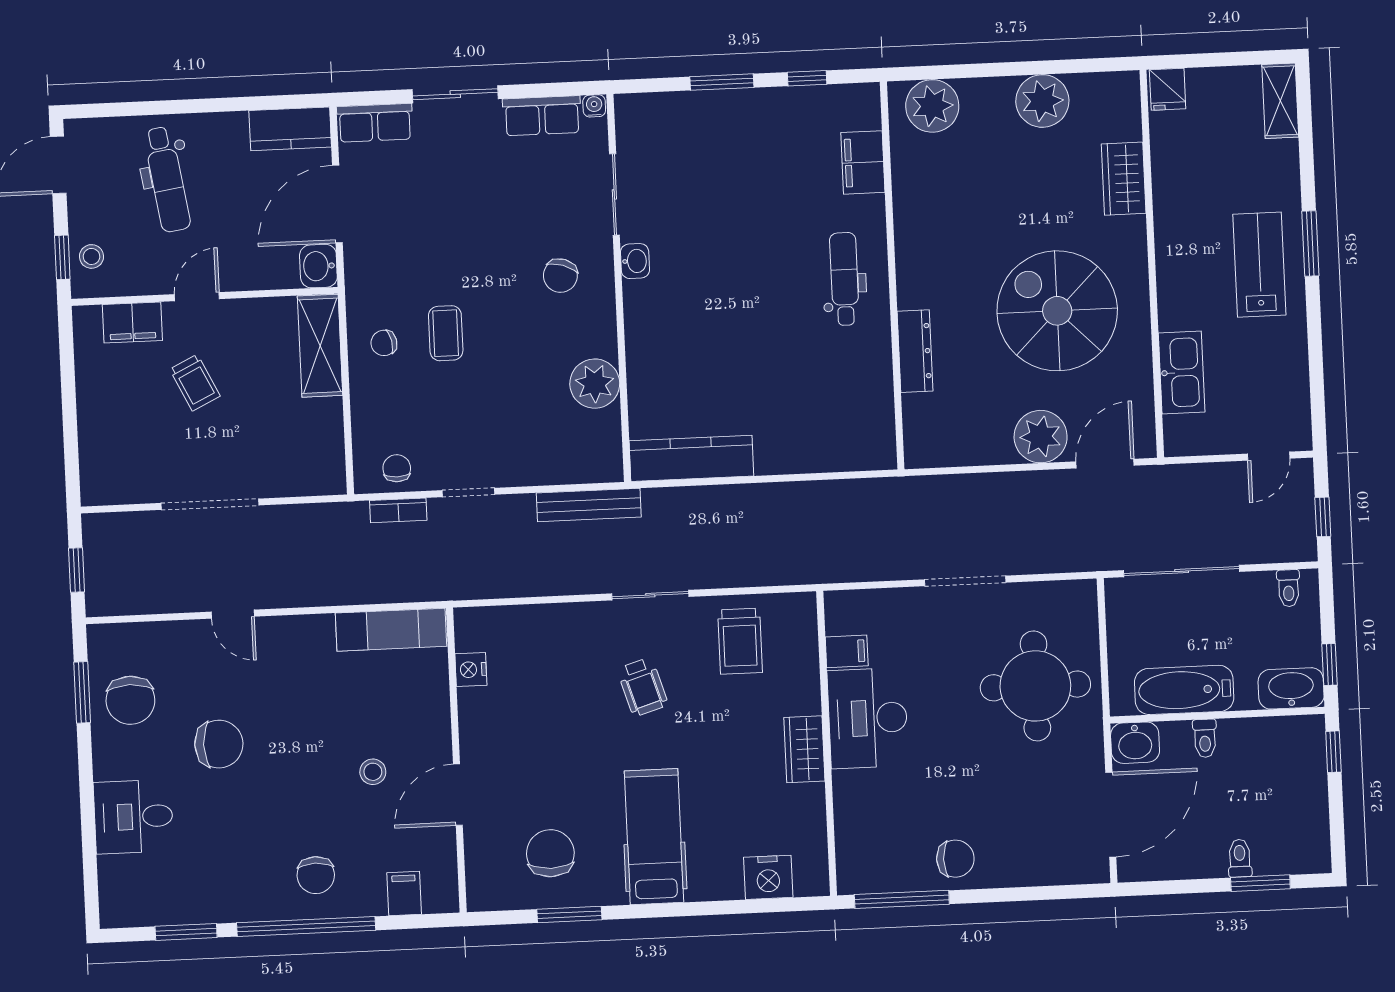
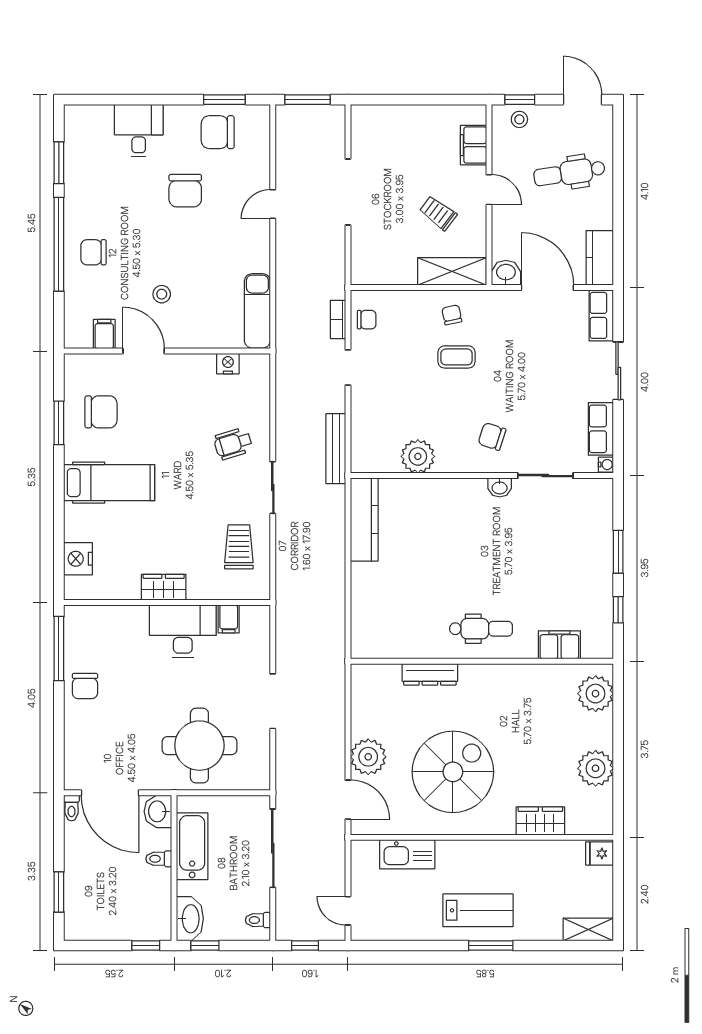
trolley: (195, 383) -> (438, 213), moved, turned 63
window: (77, 570) -> (307, 100), width x1.50
trolley: (740, 641) -> (239, 547), turned 90
wheelchair: (643, 687) -> (233, 444), moved
toilet: (1240, 858) -> (72, 808), moved, turned 90
filing cabinet: (404, 893) -> (104, 334), moved, turned -90

